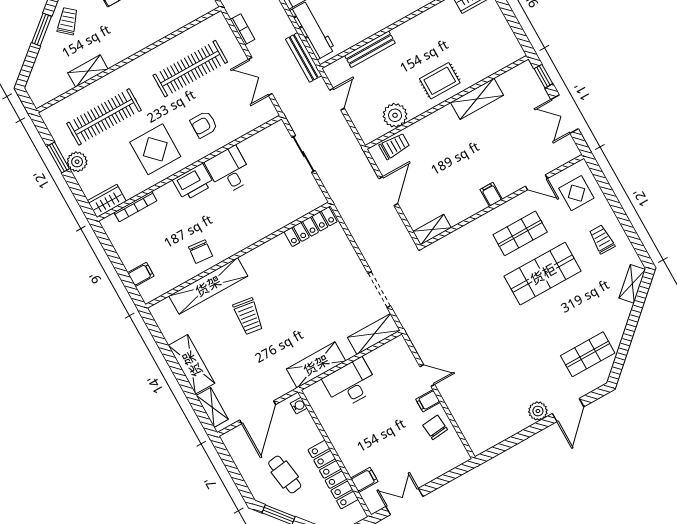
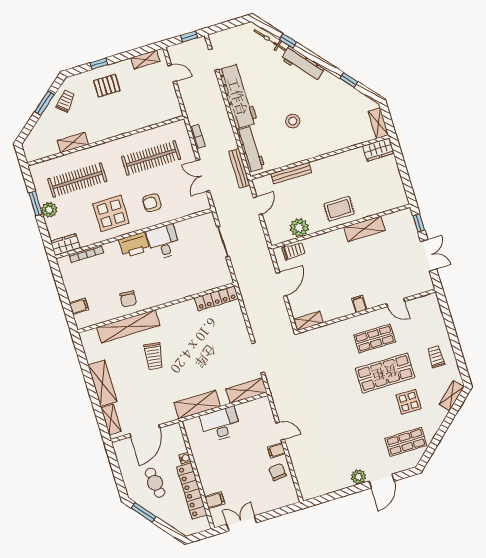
double door: (565, 114) -> (429, 255), swing flipped
display table: (576, 193) -> (409, 402), moved
water cooler: (299, 406) -> (185, 458), moved

